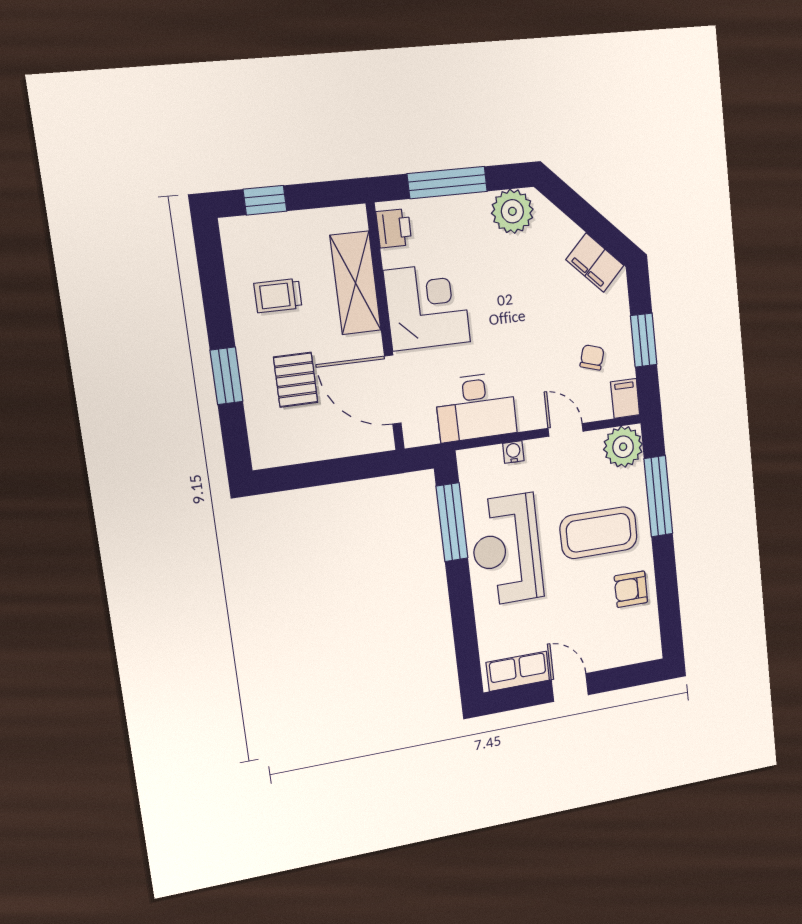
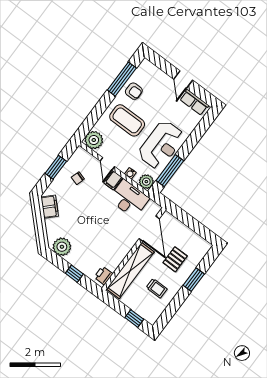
window: (447, 183) -> (74, 274), width x0.46
shelving: (356, 283) -> (130, 270), width x1.47
corner desk: (427, 306) -> (115, 243), removed
filing cabinet: (625, 398) -> (113, 180), moved
plant: (474, 465) -> (146, 182), added
window: (658, 496) -> (122, 79), moved

